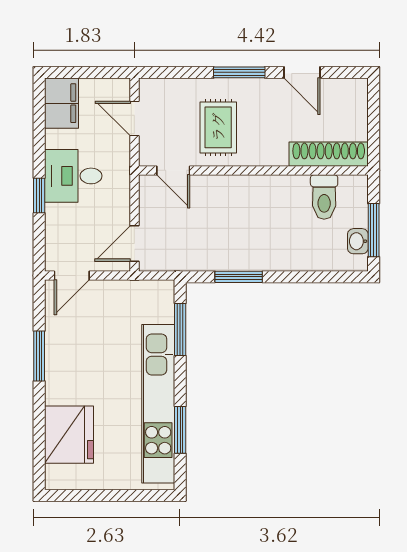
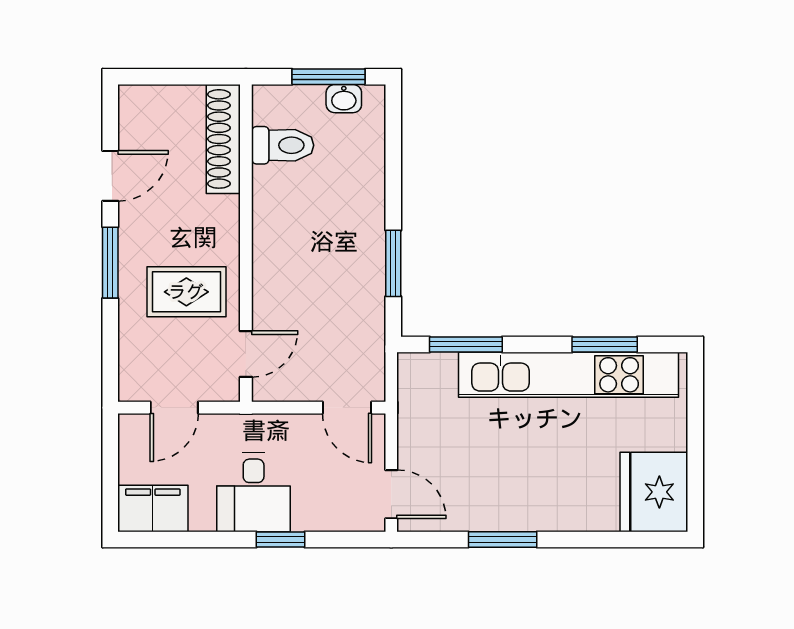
fridge: (69, 435) -> (654, 492), moved, turned -90

